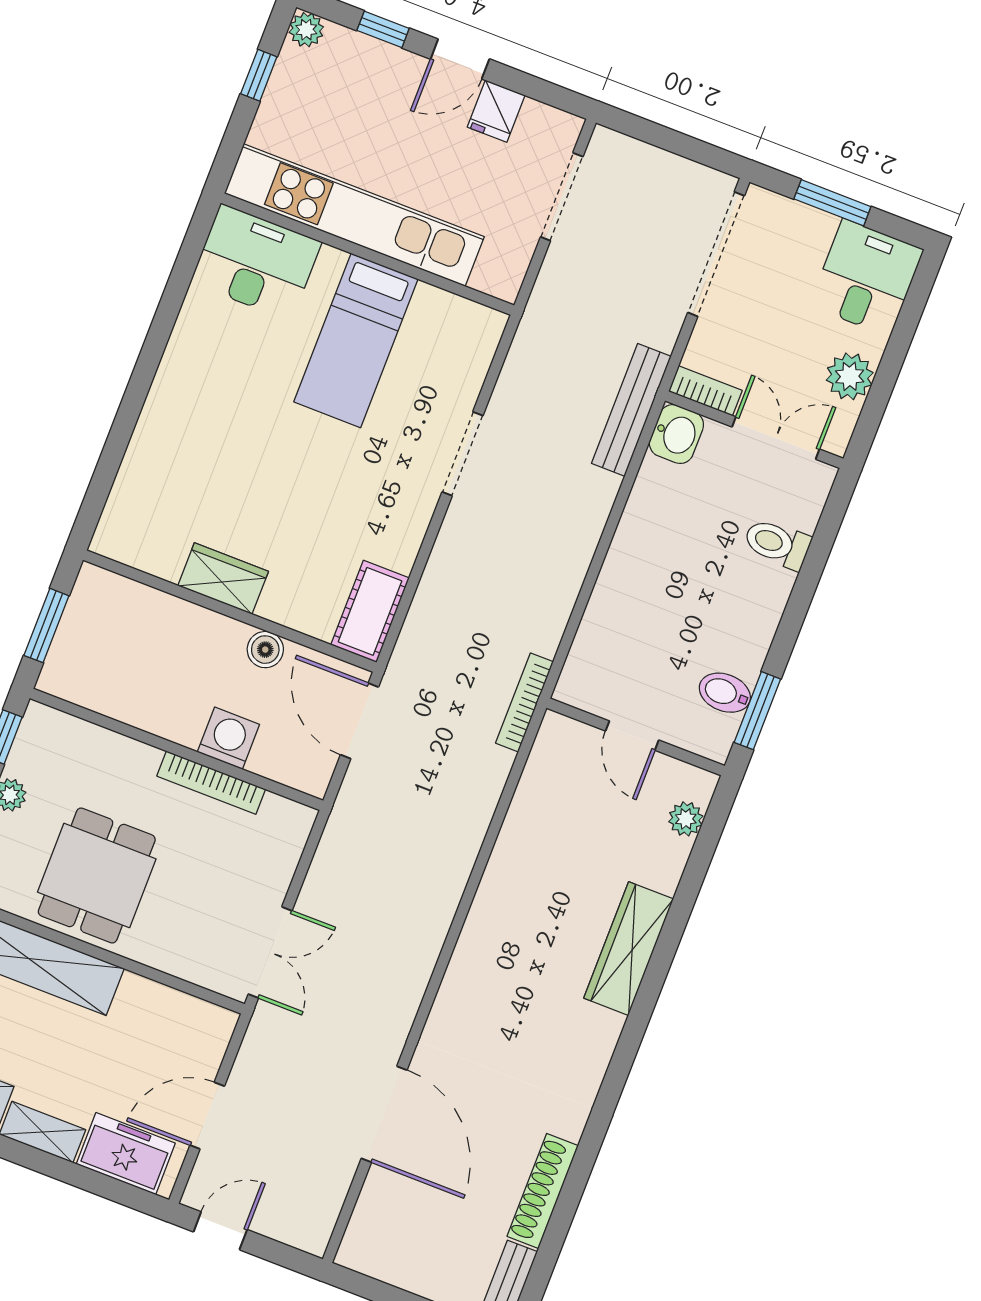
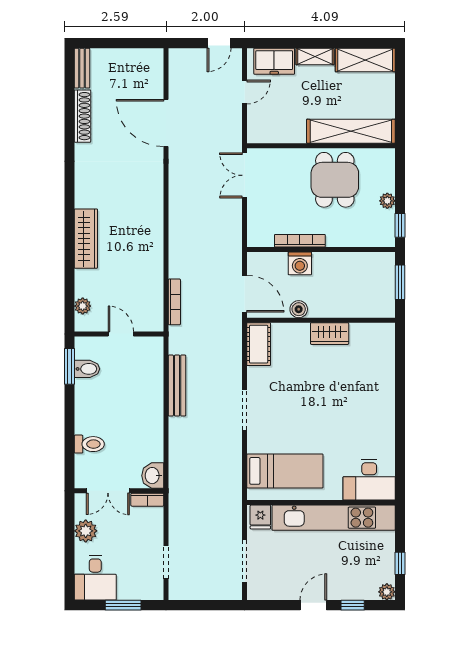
fridge: (496, 111) -> (260, 517), moved, turned 180
doorway: (716, 254) -> (166, 562), width x0.53
bed: (356, 340) -> (285, 471), moved, turned 90
bench: (631, 410) -> (177, 385), moved
doorway: (463, 454) -> (245, 410), moved
bookcase: (524, 702) -> (174, 302), moved
door: (207, 1116) -> (245, 92), width x0.73

